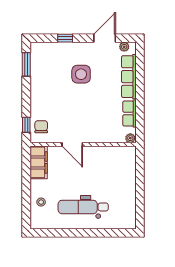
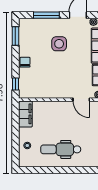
window: (65, 38) -> (46, 15), width x2.17
chair: (41, 127) -> (25, 62), moved
door: (72, 144) -> (81, 100), moved

